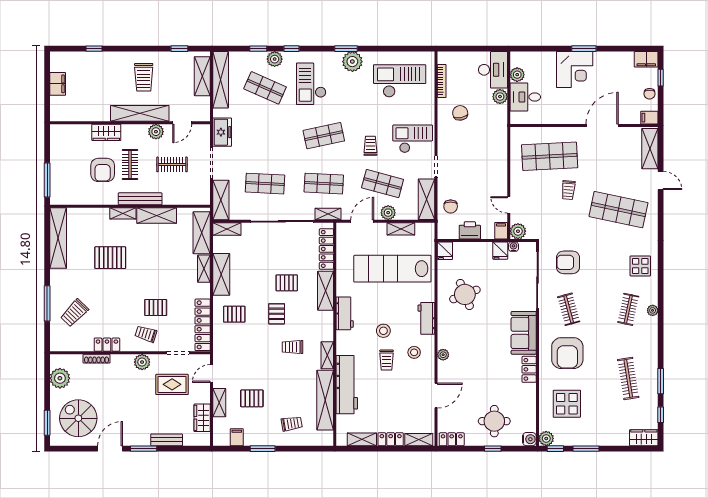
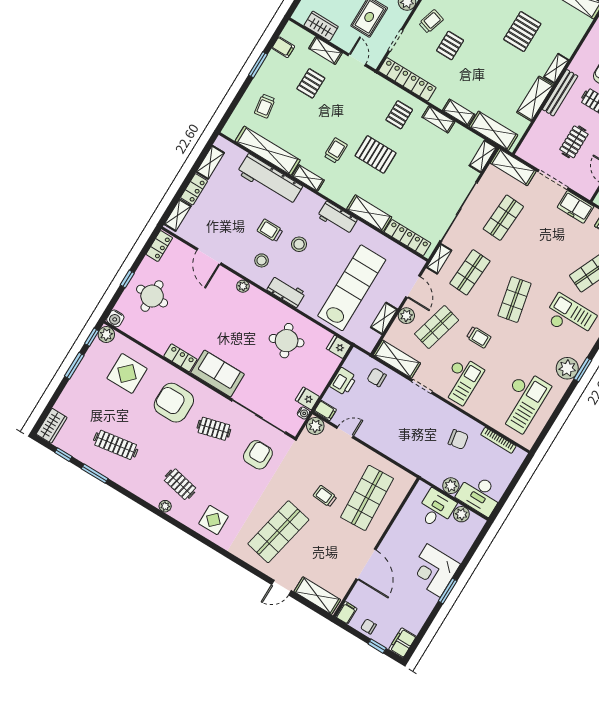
shelving: (221, 274) -> (438, 119), width x0.67, depth x0.75
pallet: (287, 283) -> (399, 181), removed
pallet: (277, 314) -> (376, 154), width x1.50, depth x1.42

